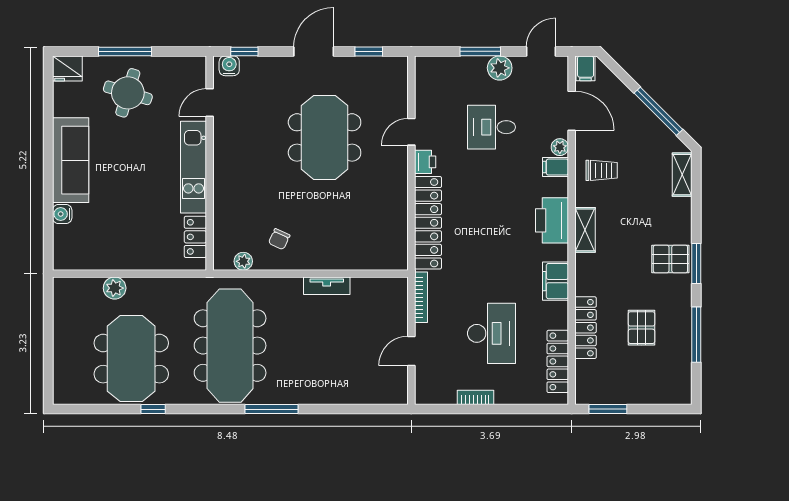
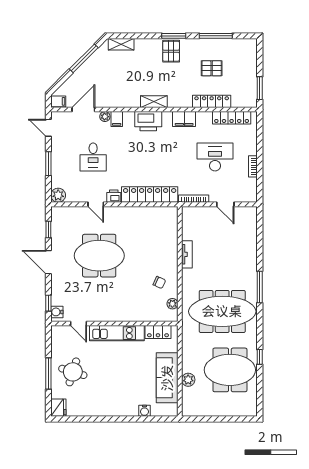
plant: (500, 68) -> (58, 195), moved
sofa: (71, 160) -> (167, 378), moved, turned -90
trolley: (602, 170) -> (119, 92), removed

